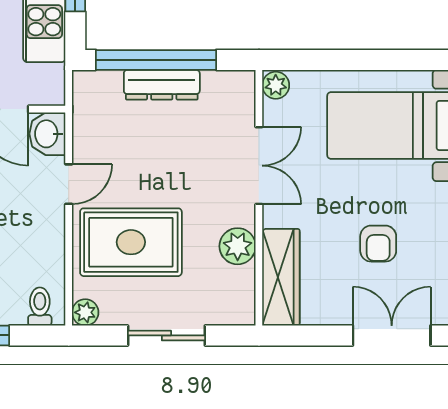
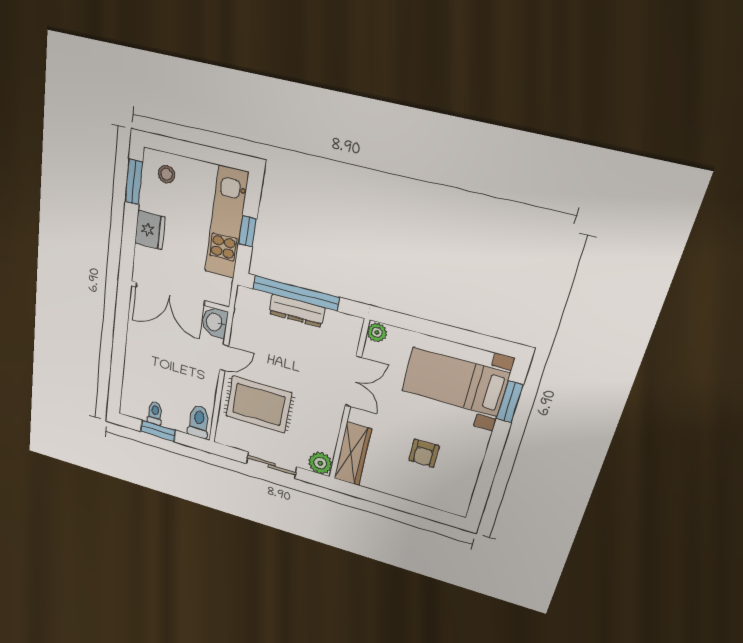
plant: (238, 246) -> (320, 463), moved
toilet: (40, 307) -> (199, 422), width x1.37, depth x1.39
plant: (85, 312) -> (223, 437), removed
double door: (392, 335) -> (418, 510), removed

